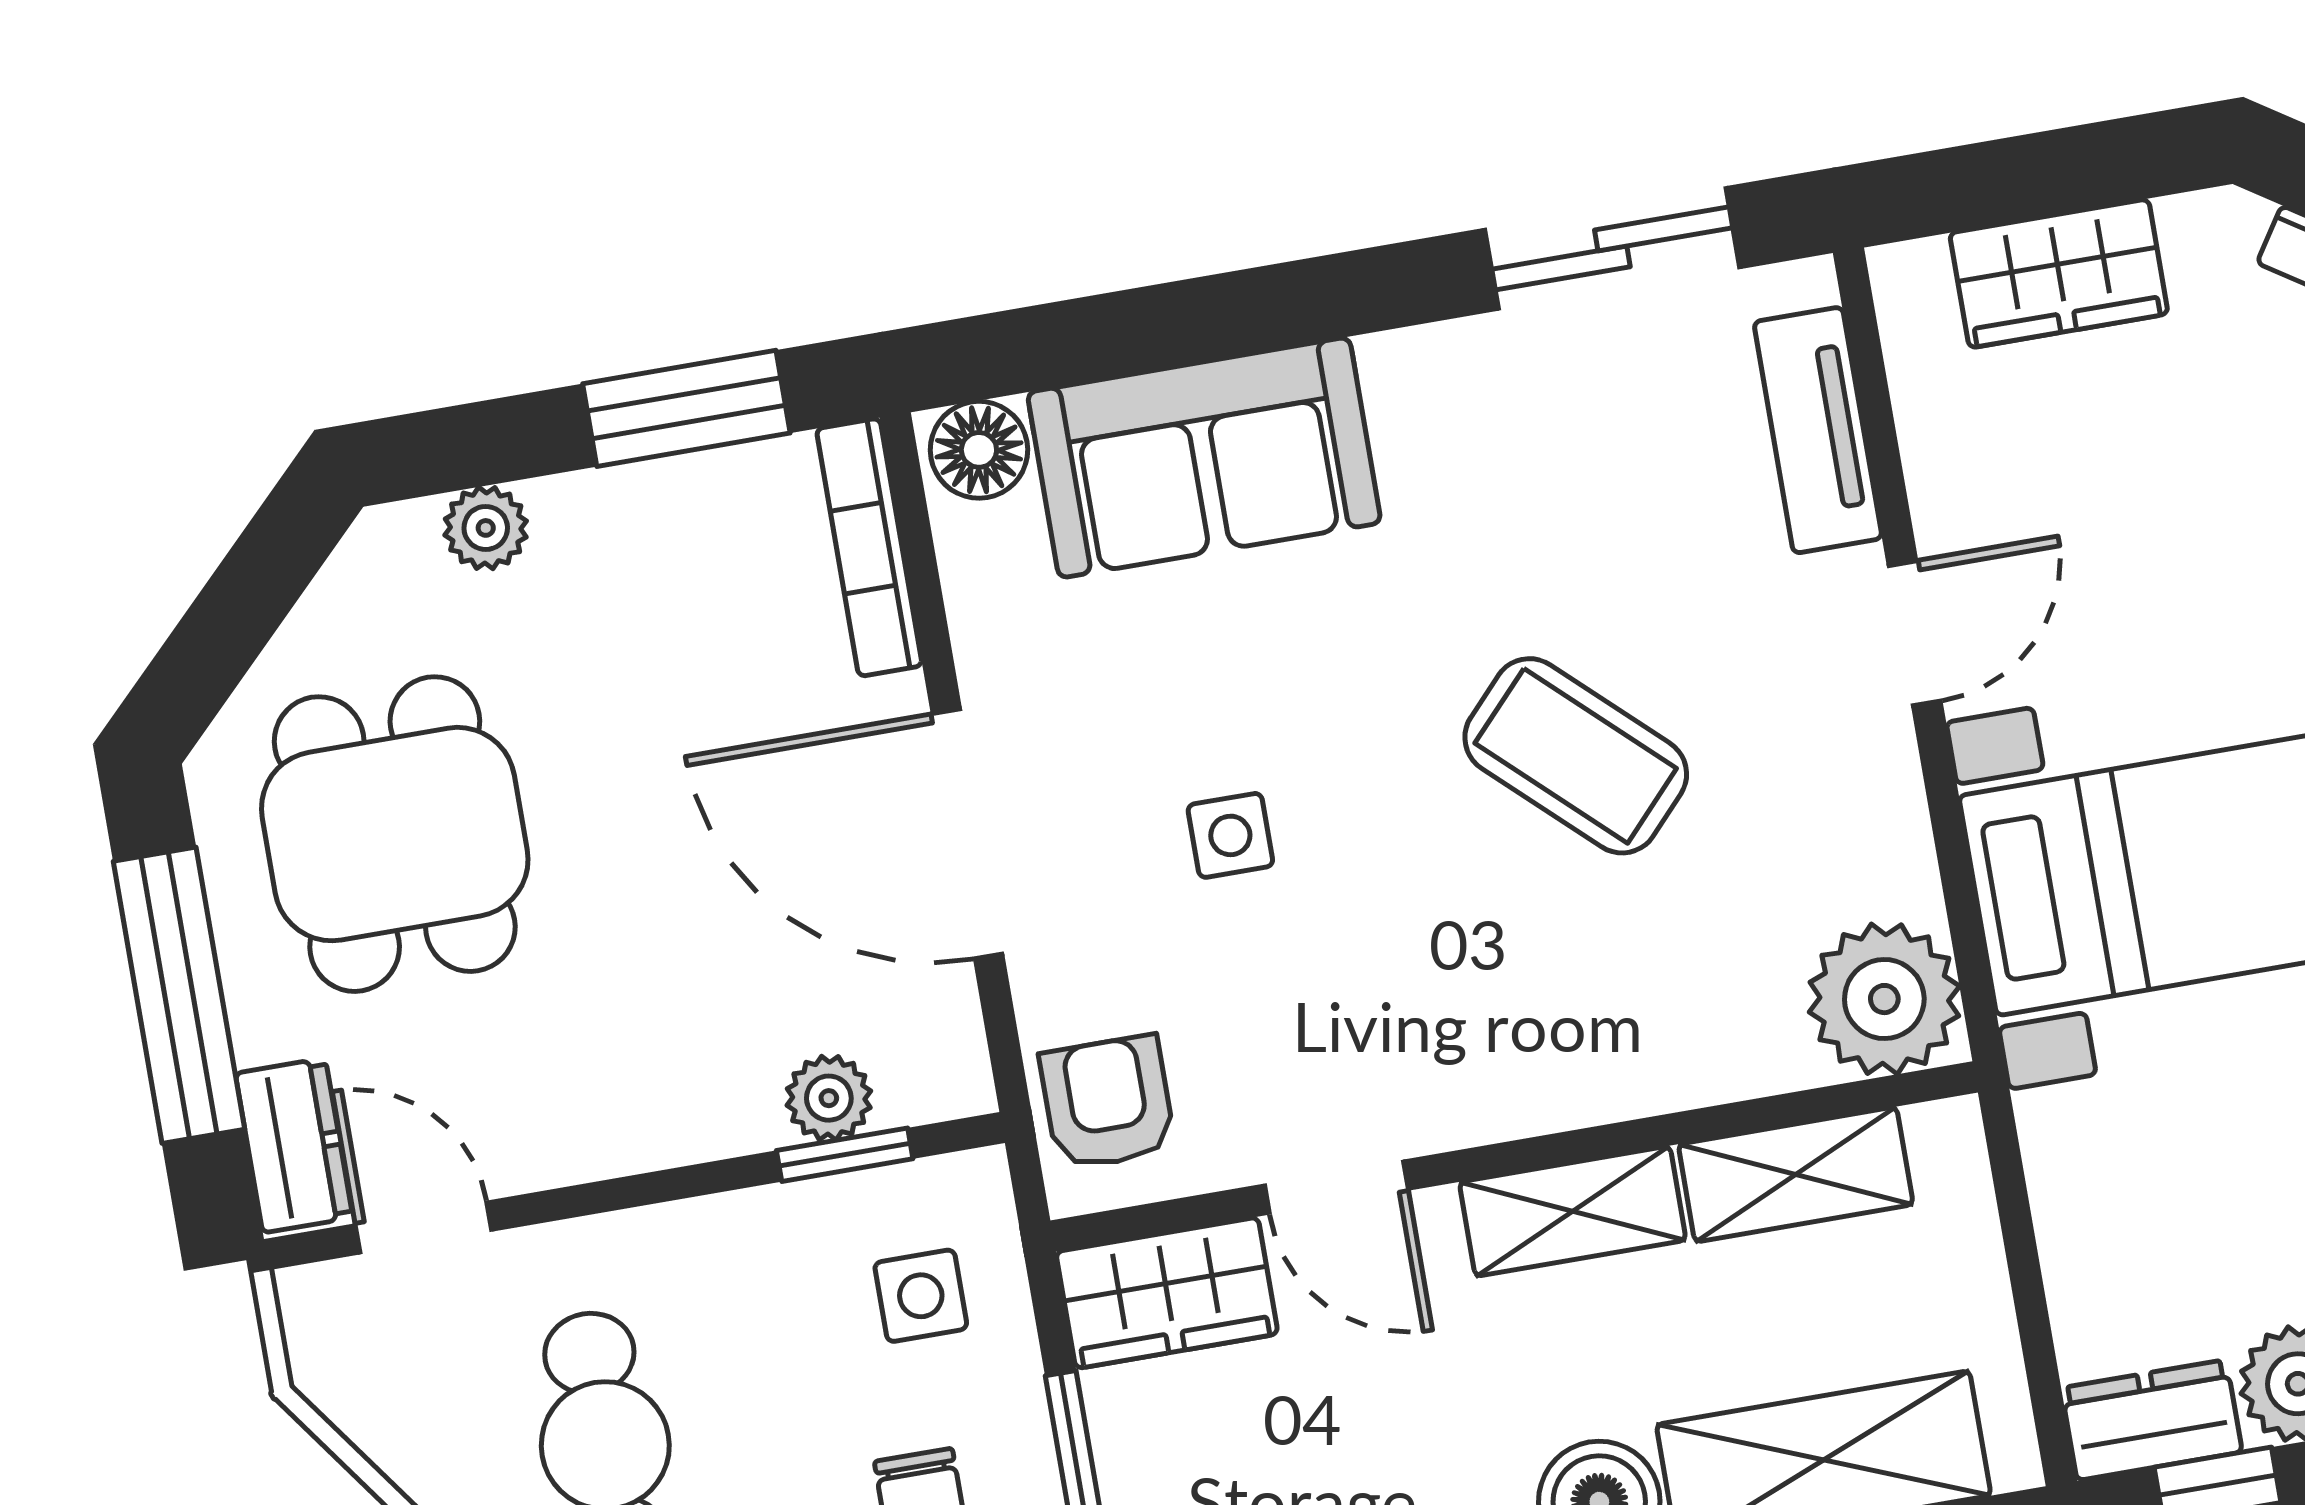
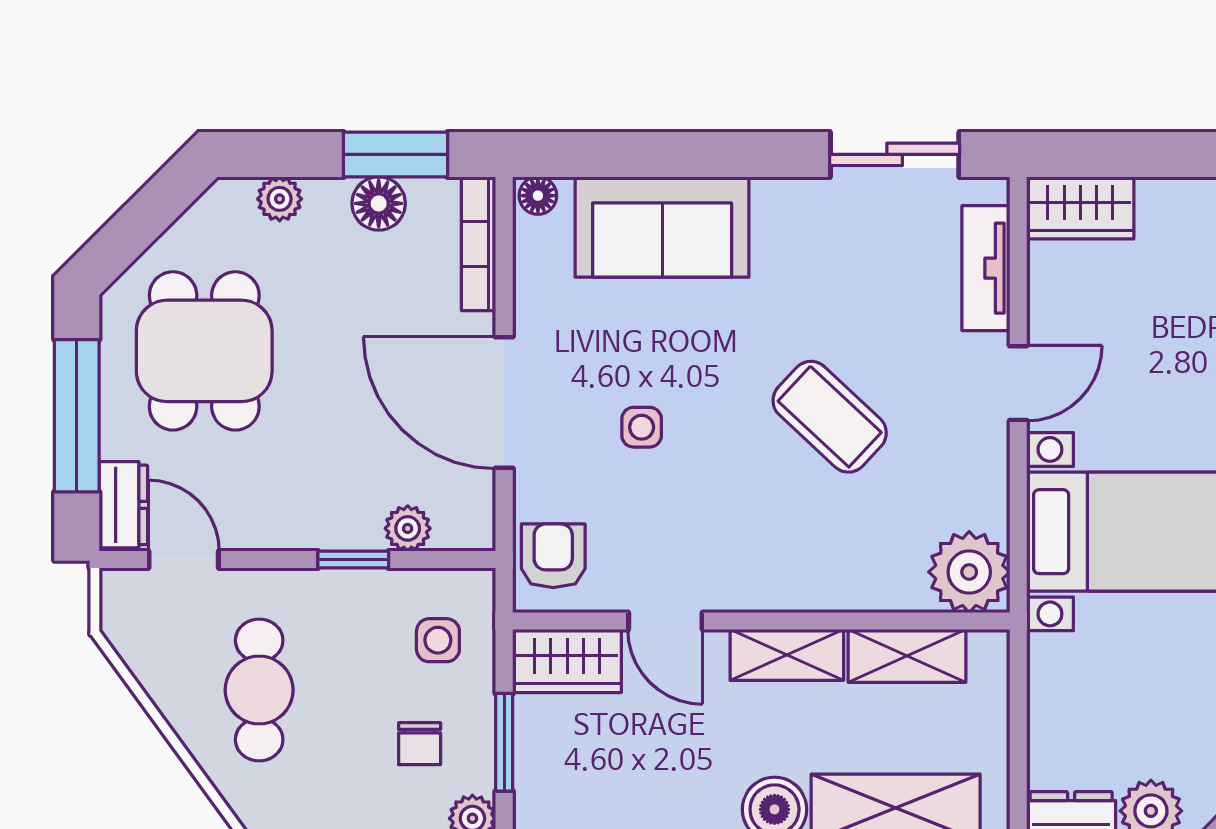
wardrobe: (2059, 273) -> (1080, 208), moved
floor lamp: (979, 450) -> (538, 196), width x0.73, depth x0.73
floor lamp: (671, 505) -> (379, 203), added
window: (845, 1155) -> (353, 559), moved

